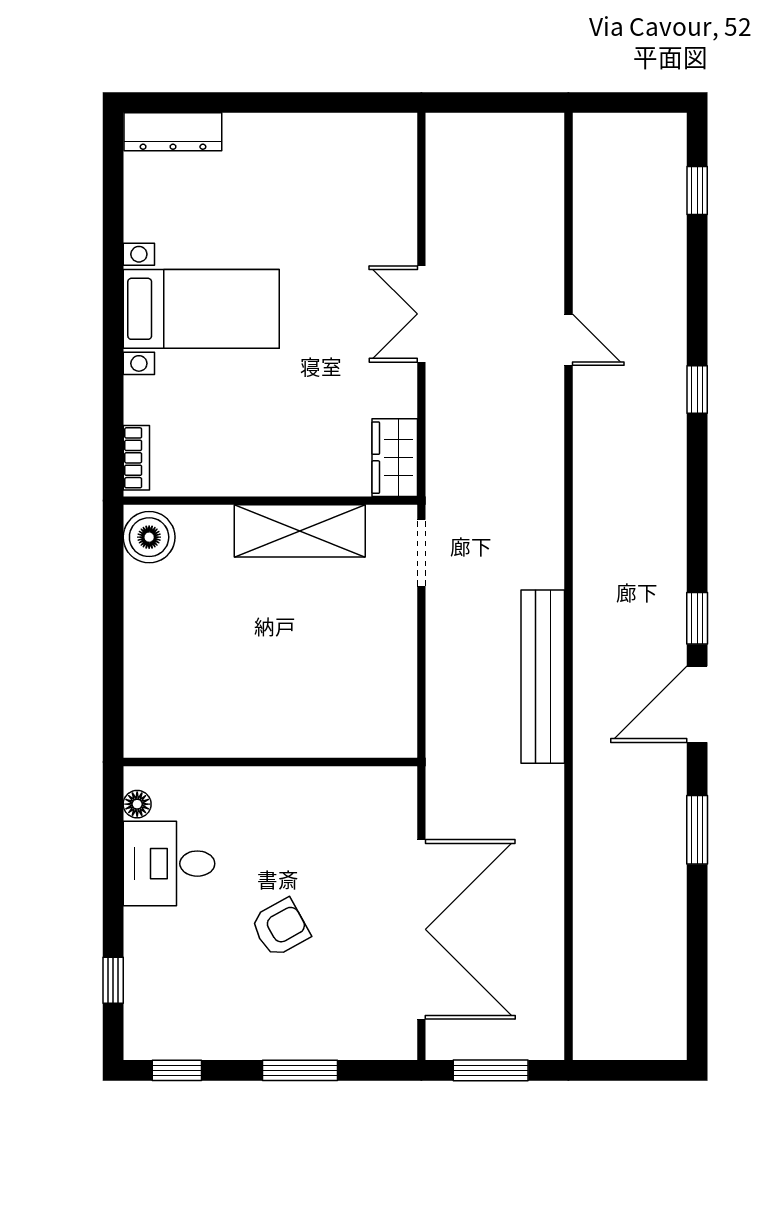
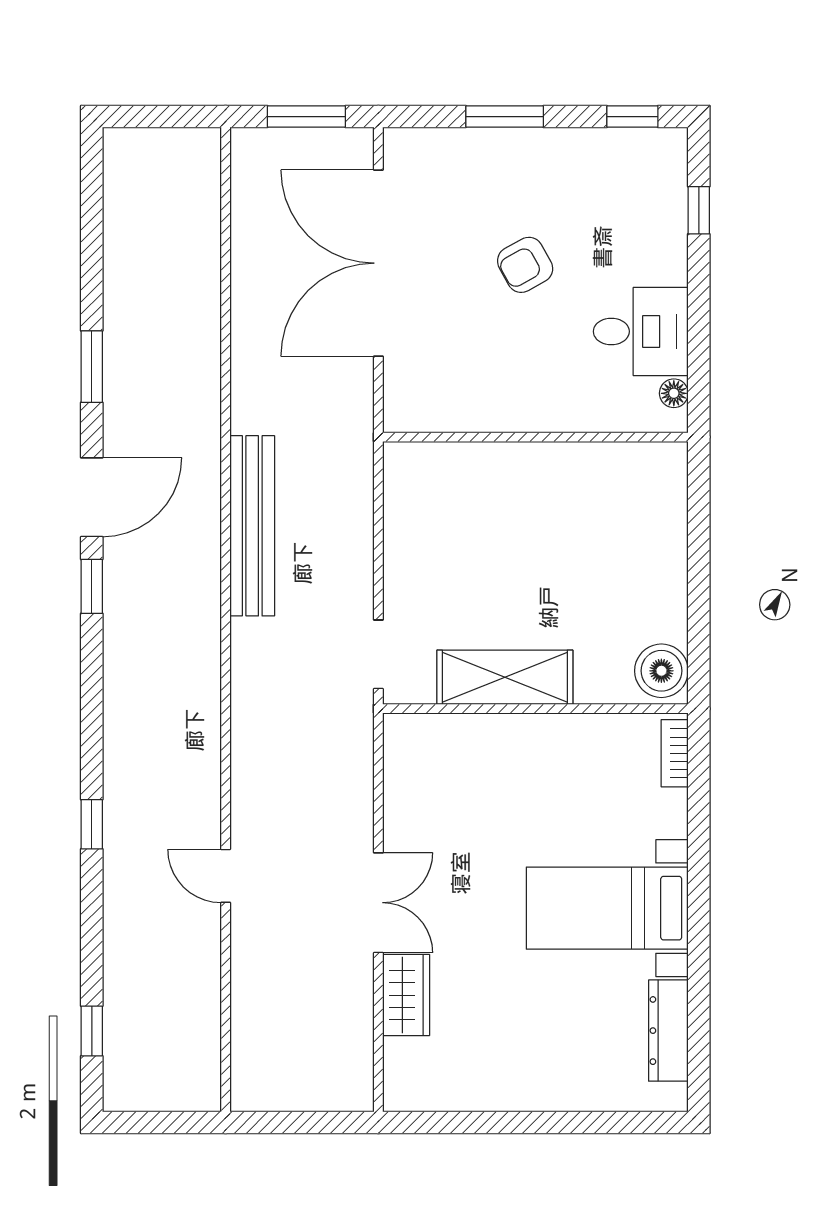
dresser: (173, 132) -> (668, 1031), moved, turned -90
wardrobe: (395, 458) -> (406, 995), moved

